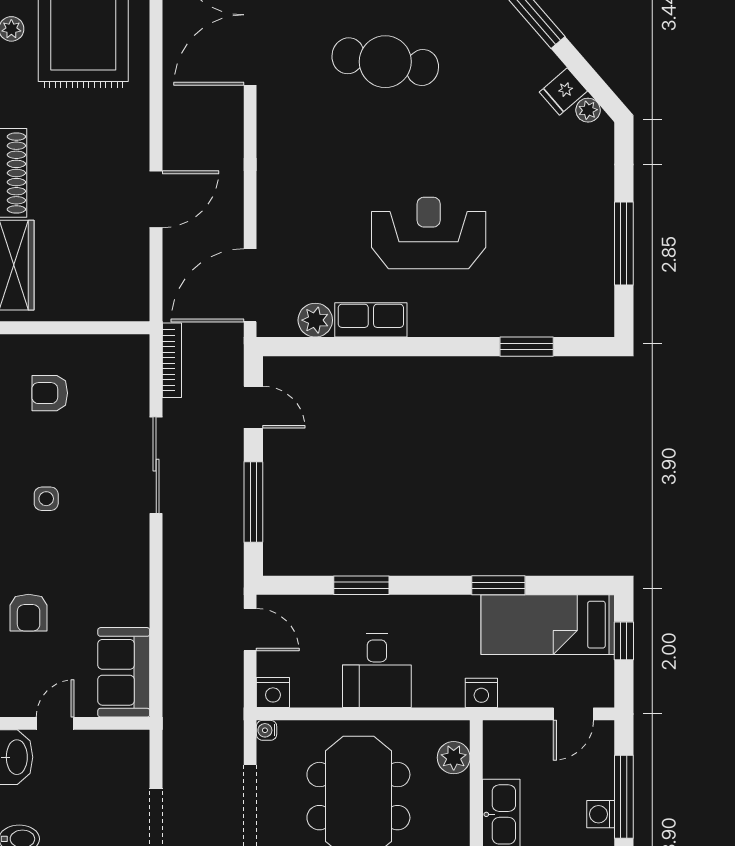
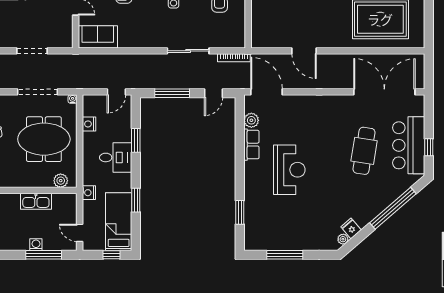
desk: (377, 671) -> (116, 157), moved, turned 180
nightstand: (273, 693) -> (89, 124), moved

